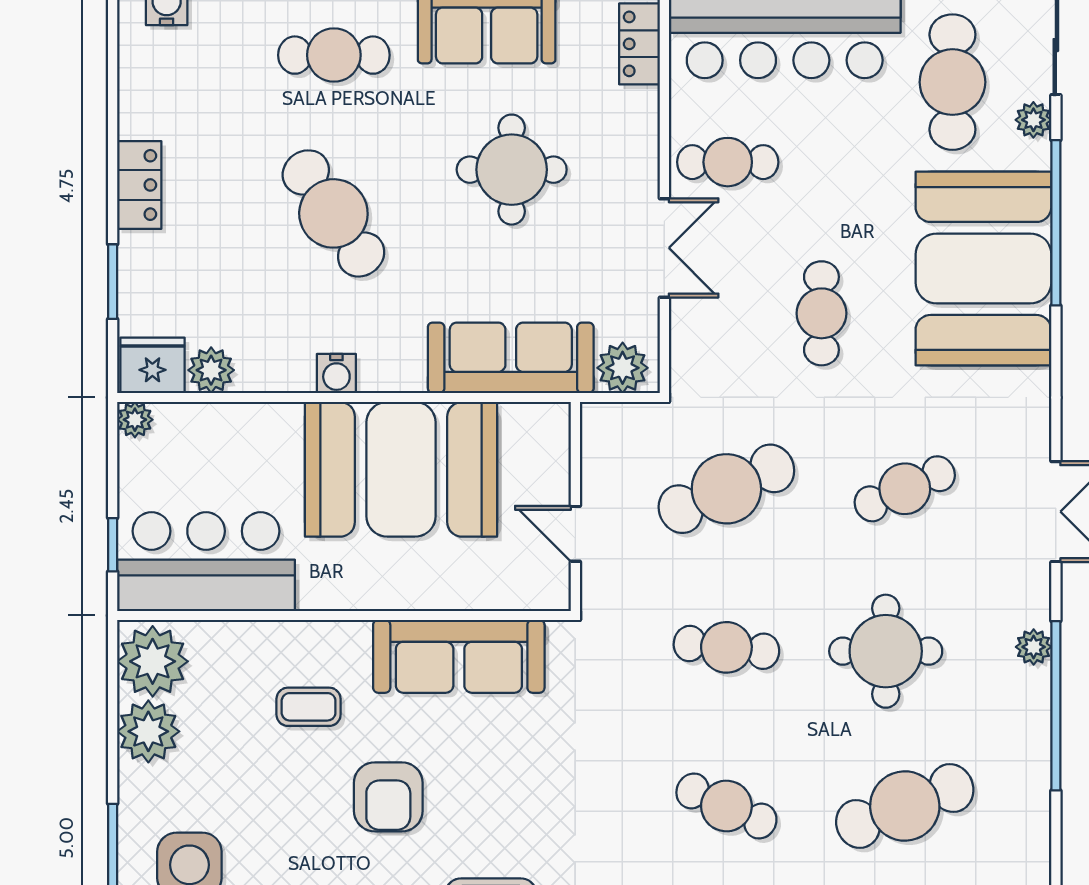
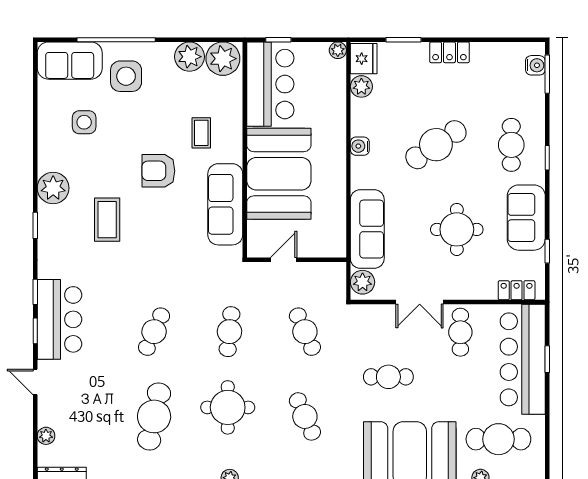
booth: (401, 469) -> (279, 174), moved
cafe table: (726, 489) -> (305, 332), width x0.73, depth x0.74
cafe table: (905, 806) -> (154, 416), turned 33

